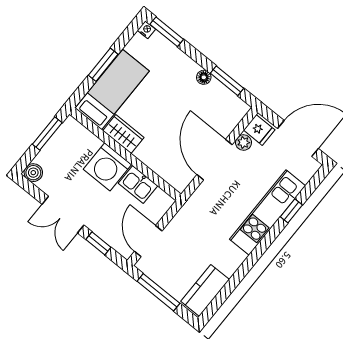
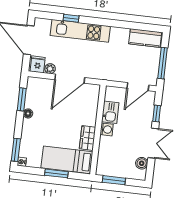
washing machine: (107, 167) -> (107, 129), width x0.53, depth x0.53
boiler: (33, 173) -> (142, 163), moved

